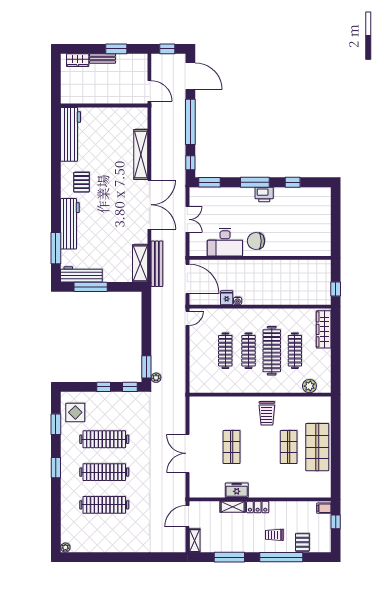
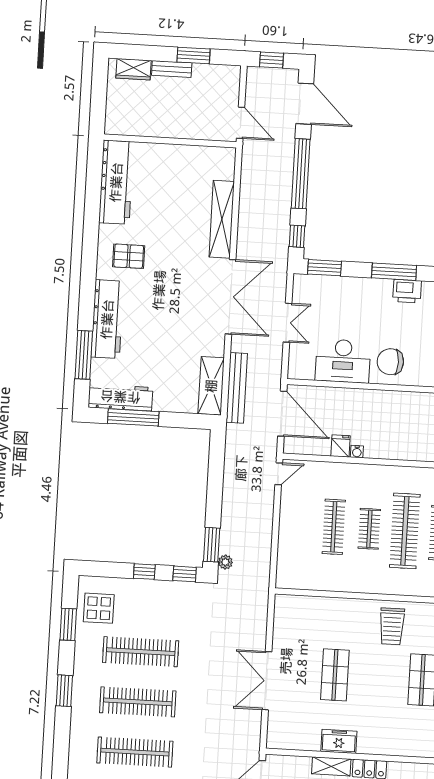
pallet: (82, 182) -> (129, 256), turned 90
clothes rail: (248, 351) -> (369, 529), width x0.73

